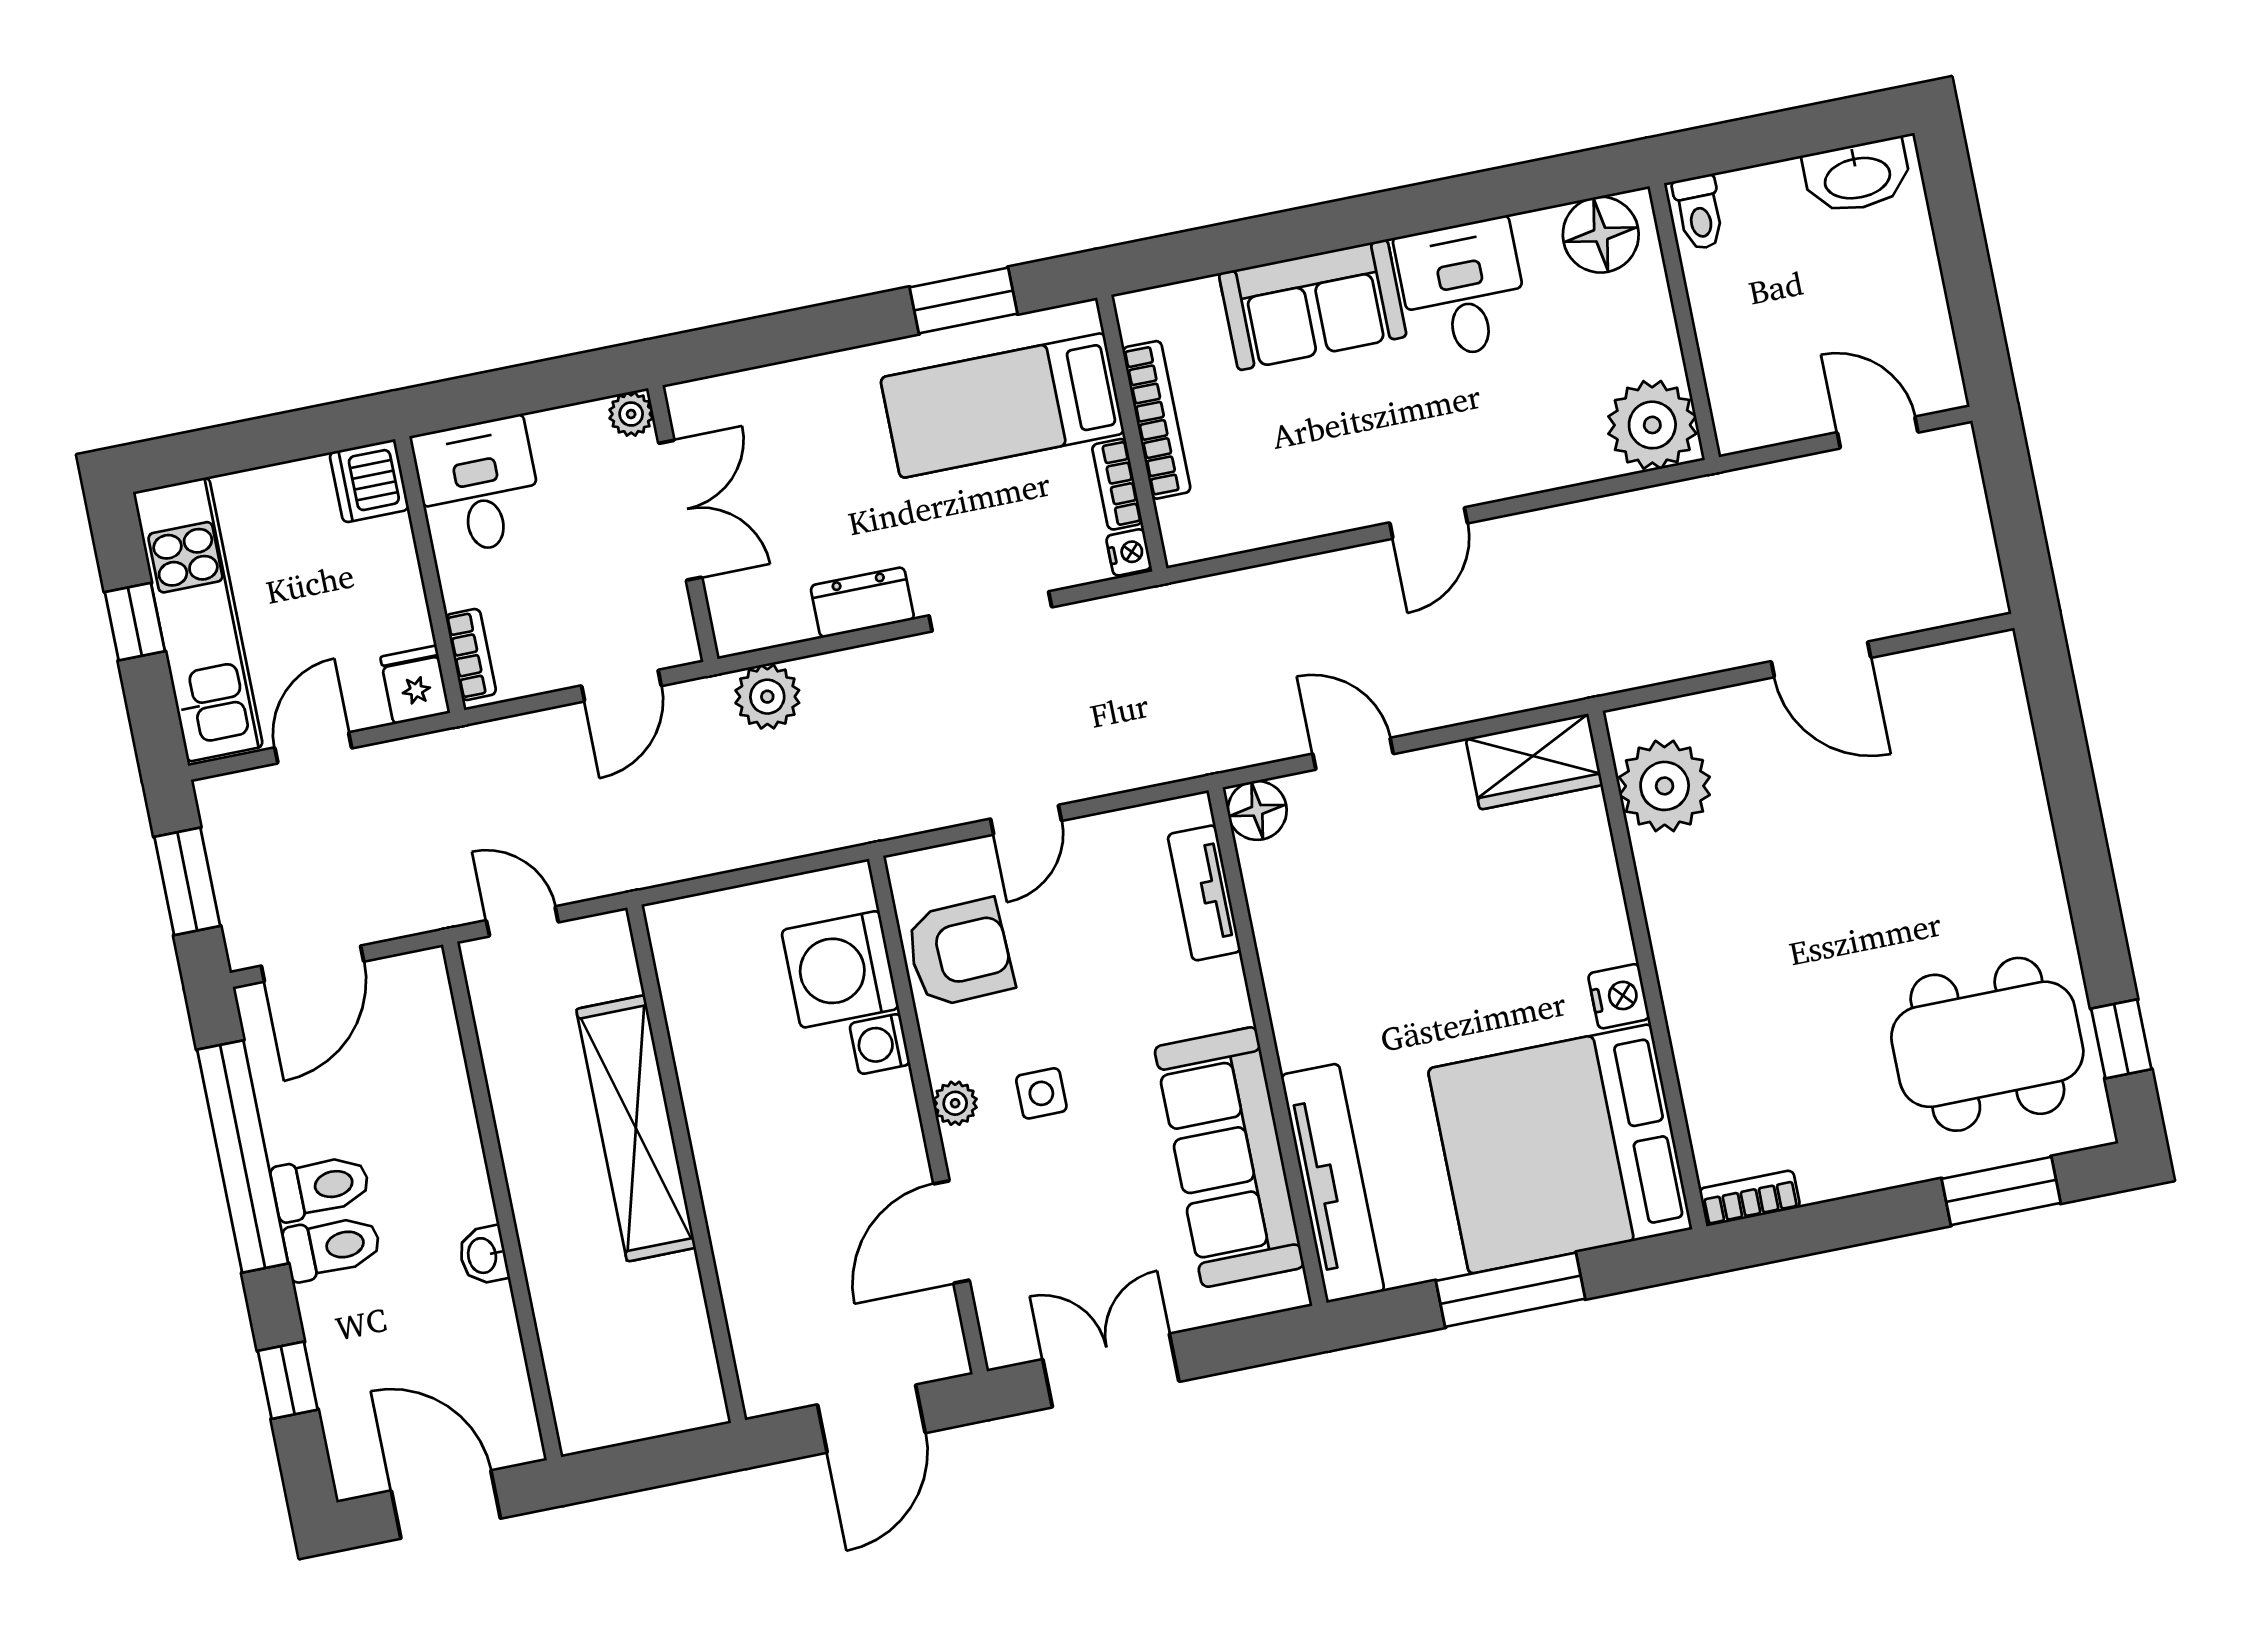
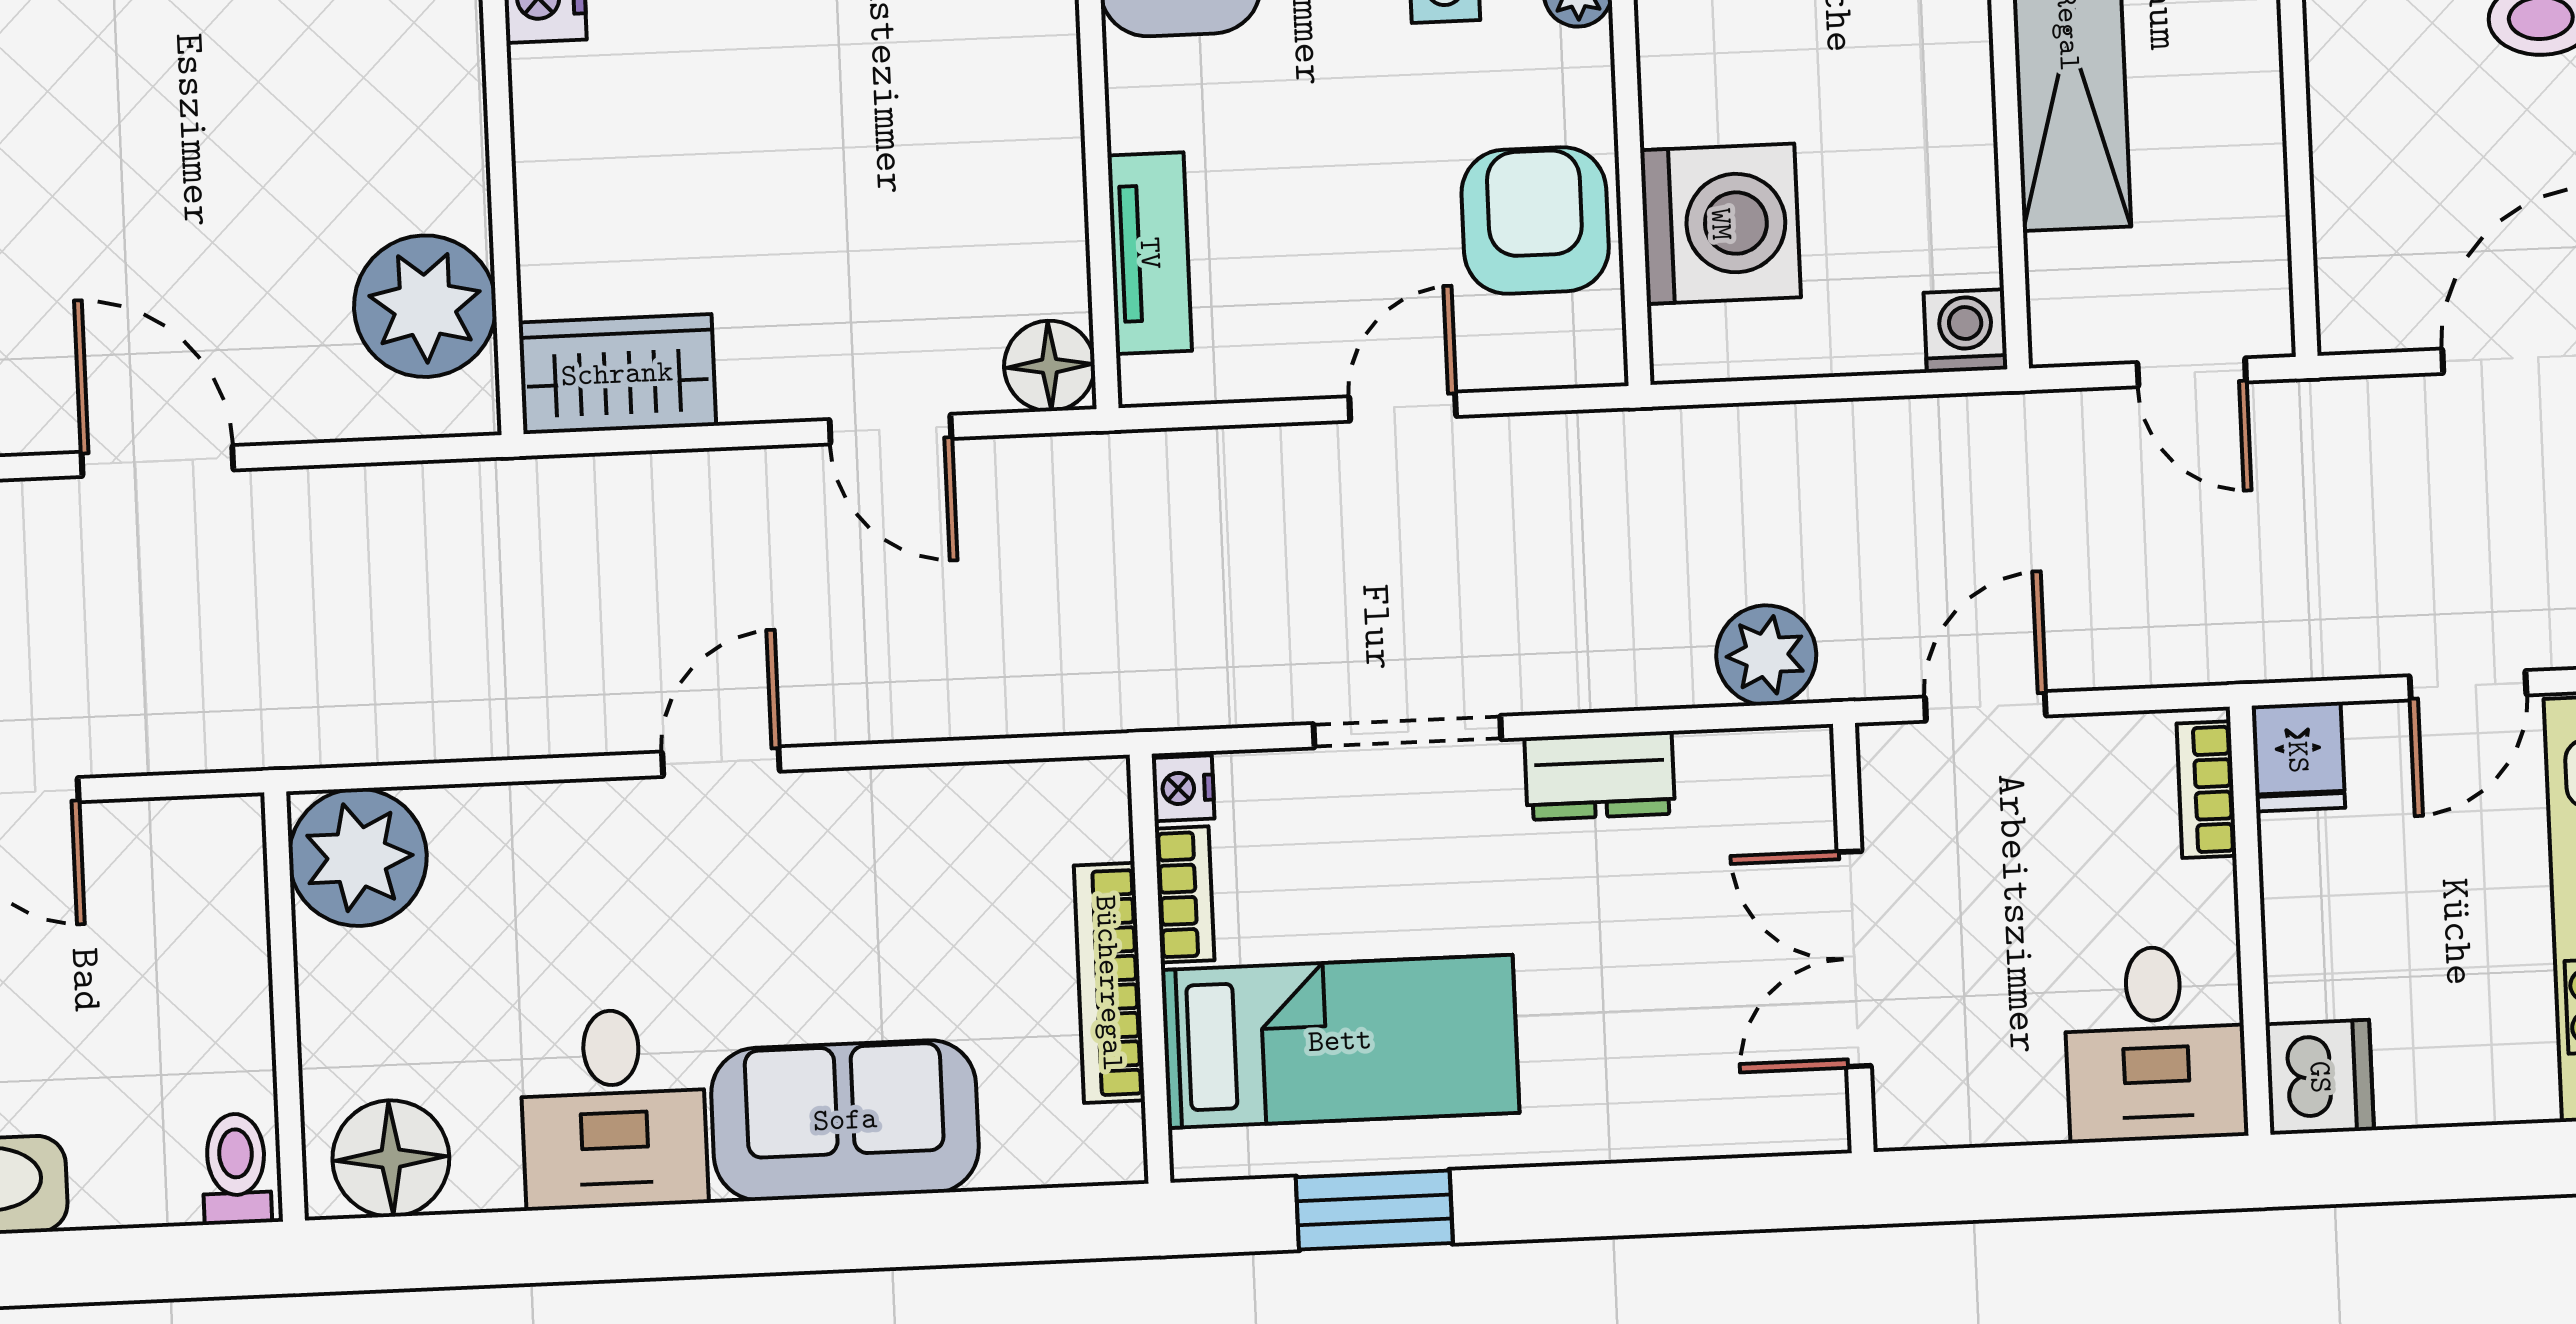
plant: (631, 414) -> (1906, 1117), removed
armchair: (960, 953) -> (1535, 220), turned 92
washing machine: (880, 1044) -> (1965, 331), moved, turned -90

